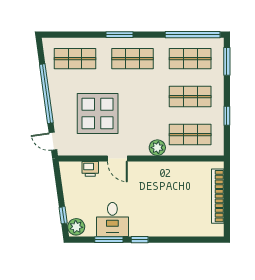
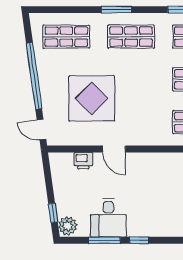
plant: (157, 148) -> (159, 137), removed

